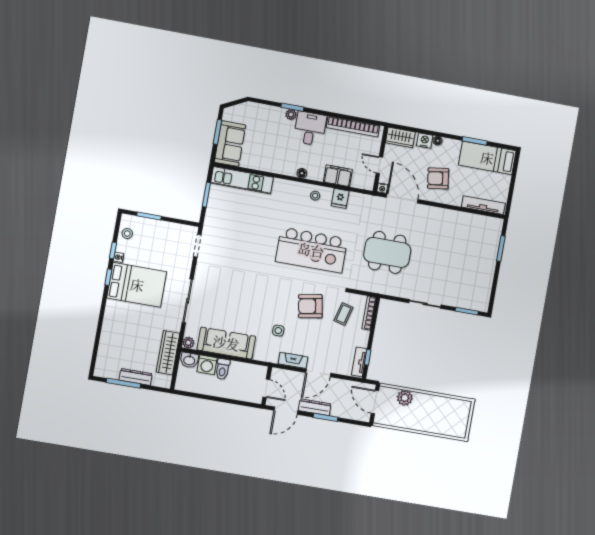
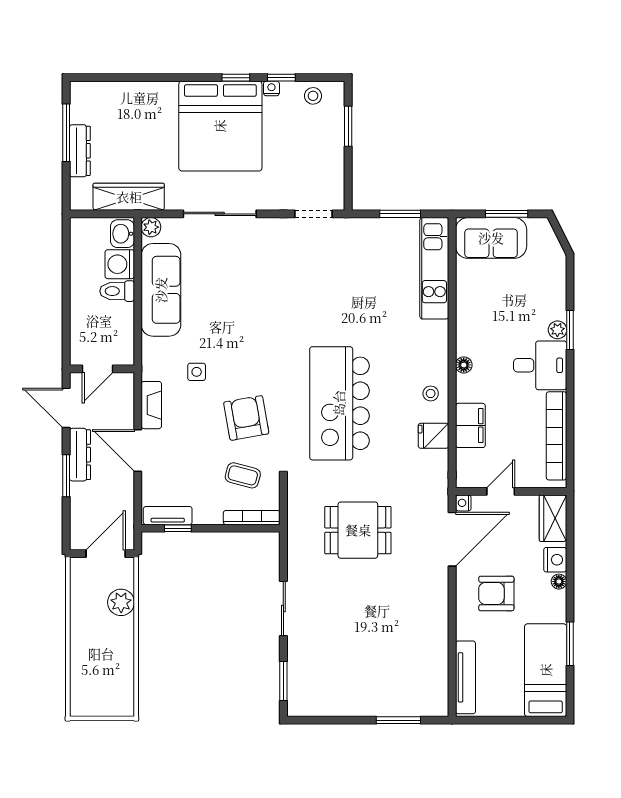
armchair: (438, 178) -> (496, 593), turned -82
dining table: (387, 252) -> (358, 530), width x0.73
bed: (137, 285) -> (220, 126), width x1.36

